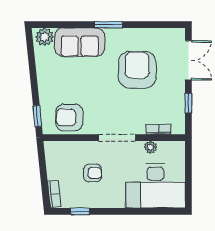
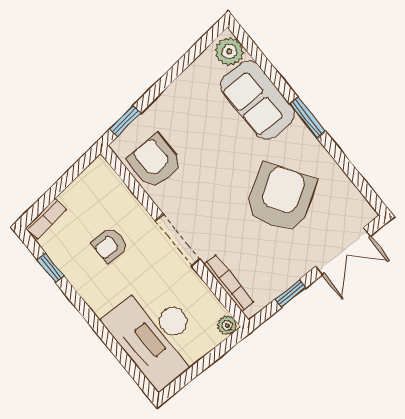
armchair: (137, 70) -> (281, 197), turned -32
bookcase: (159, 129) -> (229, 283), width x1.56
plant: (150, 147) -> (227, 325), moved
armchair: (93, 173) -> (110, 245), turned 90

